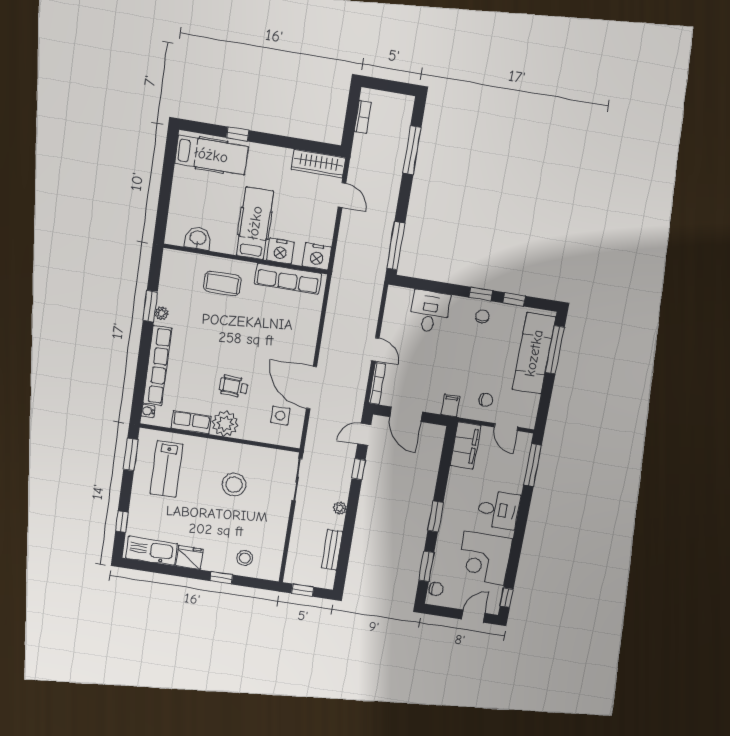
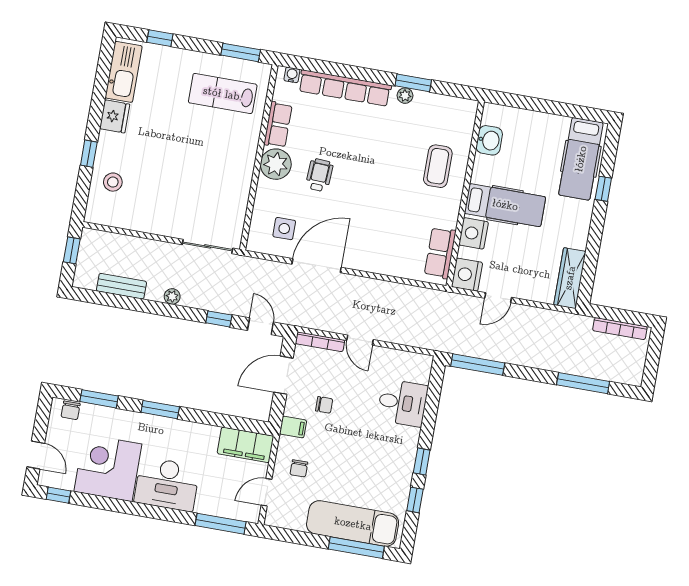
bookcase: (363, 117) -> (620, 329), width x1.56
door: (342, 195) -> (498, 298), moved
row of seats: (288, 279) -> (440, 253), width x0.68
chair: (482, 316) -> (324, 405), moved
door: (375, 349) -> (360, 340), hinge flipped
stool: (234, 485) -> (203, 172), removed
desk: (498, 510) -> (167, 484), width x1.37

